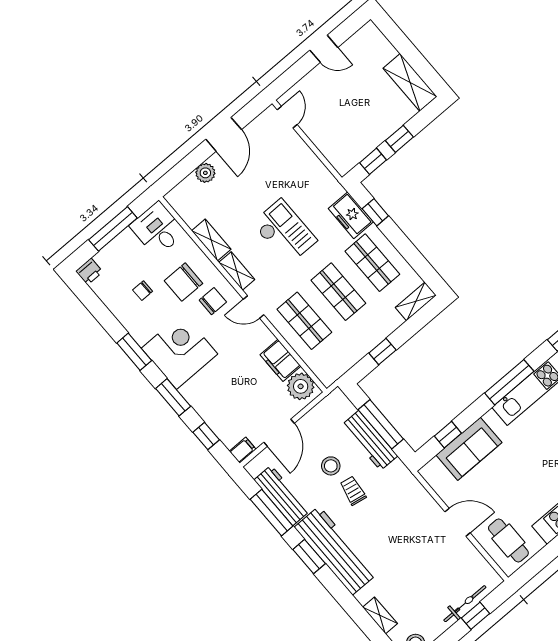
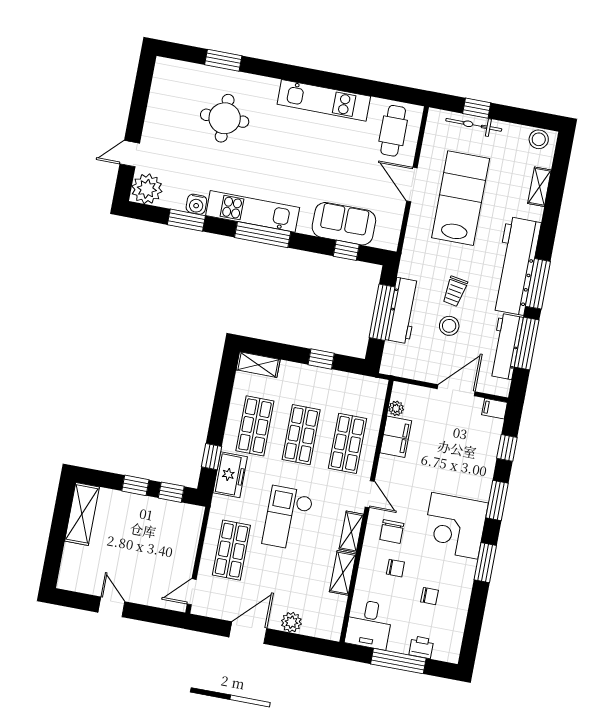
shop shelf: (294, 171) -> (231, 550), added
printer: (89, 271) -> (421, 647), moved
chair: (184, 282) -> (395, 568), width x0.54, depth x0.54
chair: (213, 301) -> (392, 531), turned -90
plant: (301, 386) -> (396, 408), width x0.53, depth x0.53
lab bench: (419, 550) -> (461, 198), added
window: (309, 557) -> (538, 284), width x1.44

